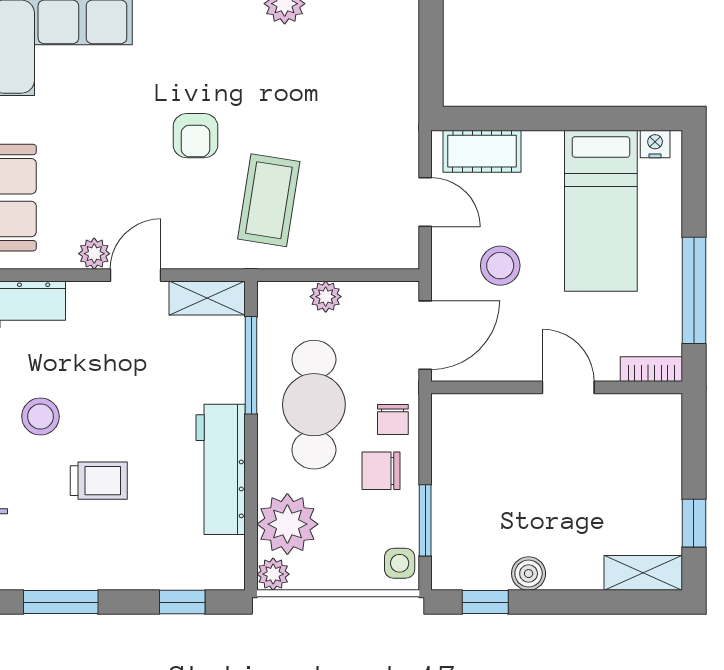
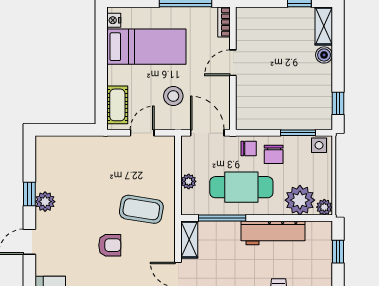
boiler: (529, 574) -> (324, 55), moved

